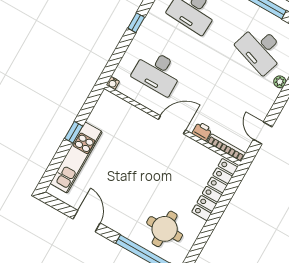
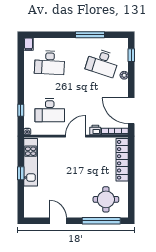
window: (136, 23) -> (21, 110), moved
door: (263, 133) -> (131, 111), width x1.88
kitchen unit: (76, 158) -> (31, 162), moved

